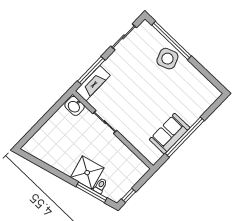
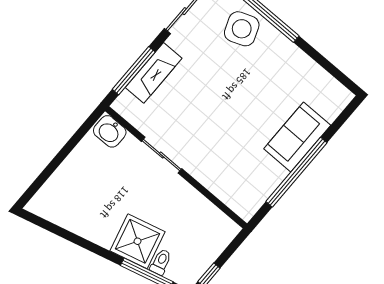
side table: (167, 59) -> (242, 29), moved
fireplace: (93, 83) -> (154, 73), moved
sofa: (170, 134) -> (297, 137), moved

